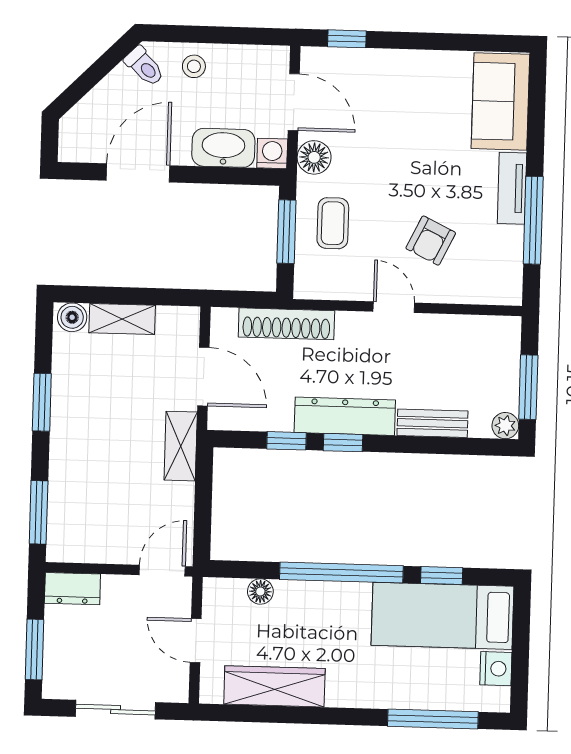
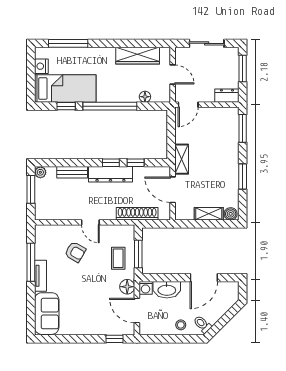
armchair: (431, 241) -> (75, 252), turned 94

